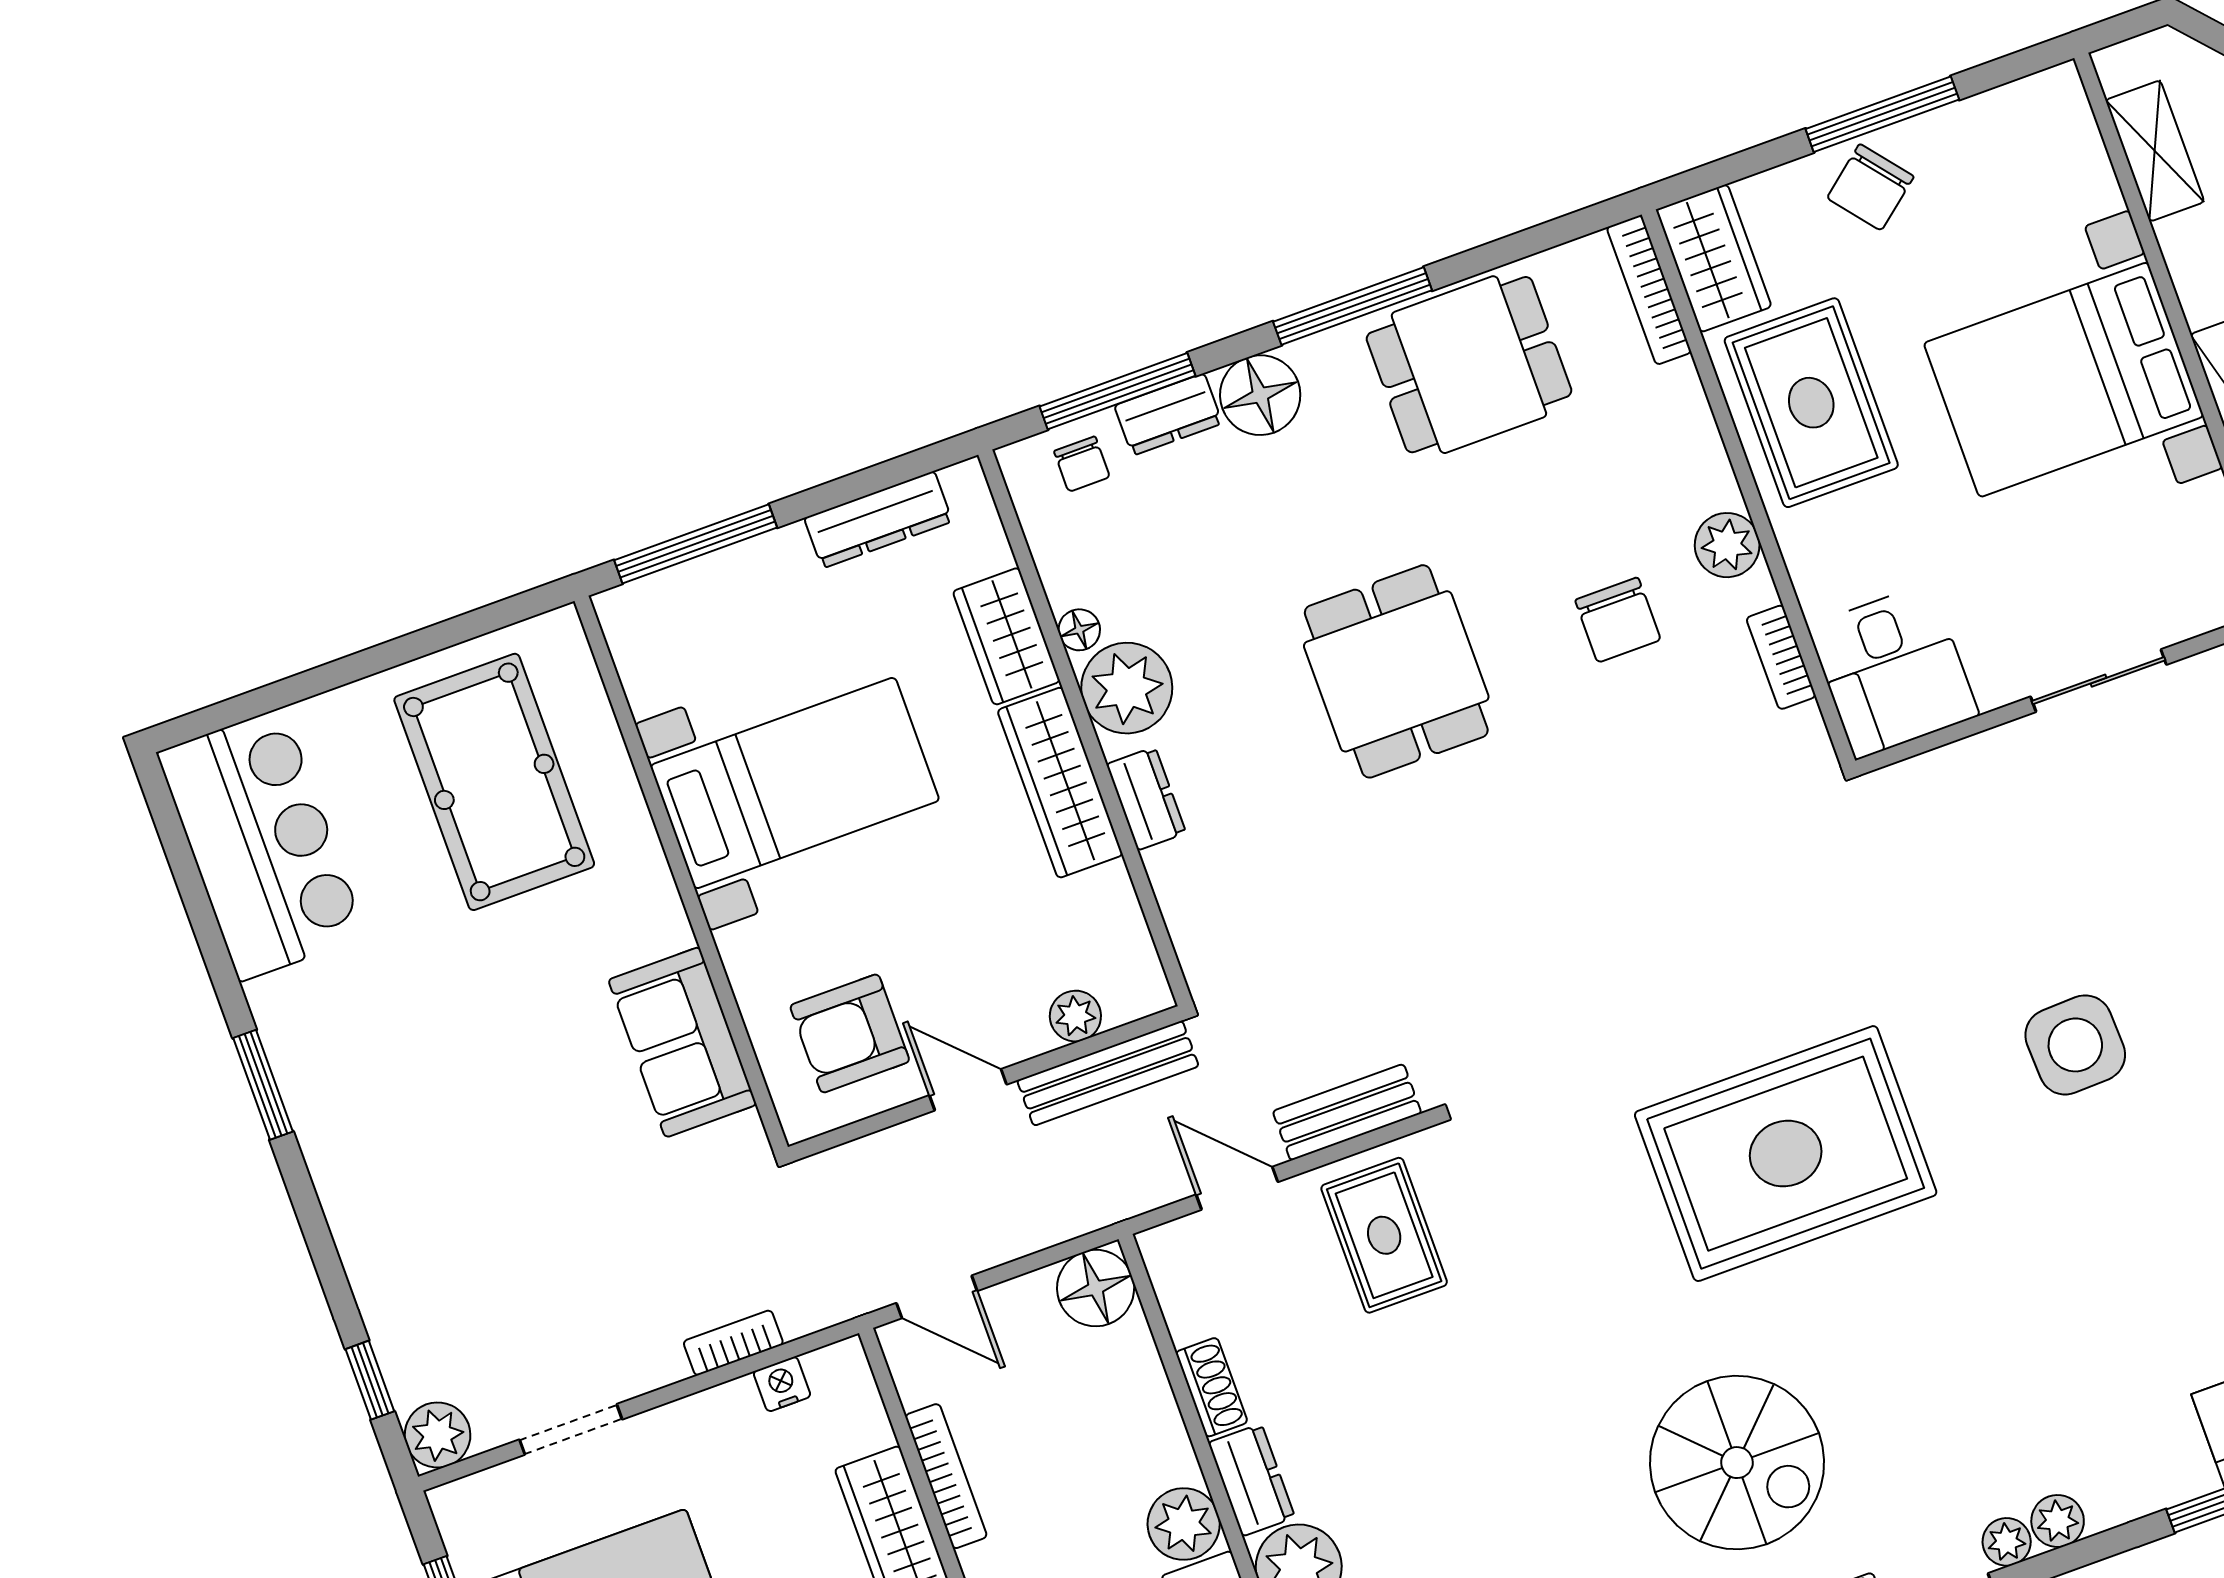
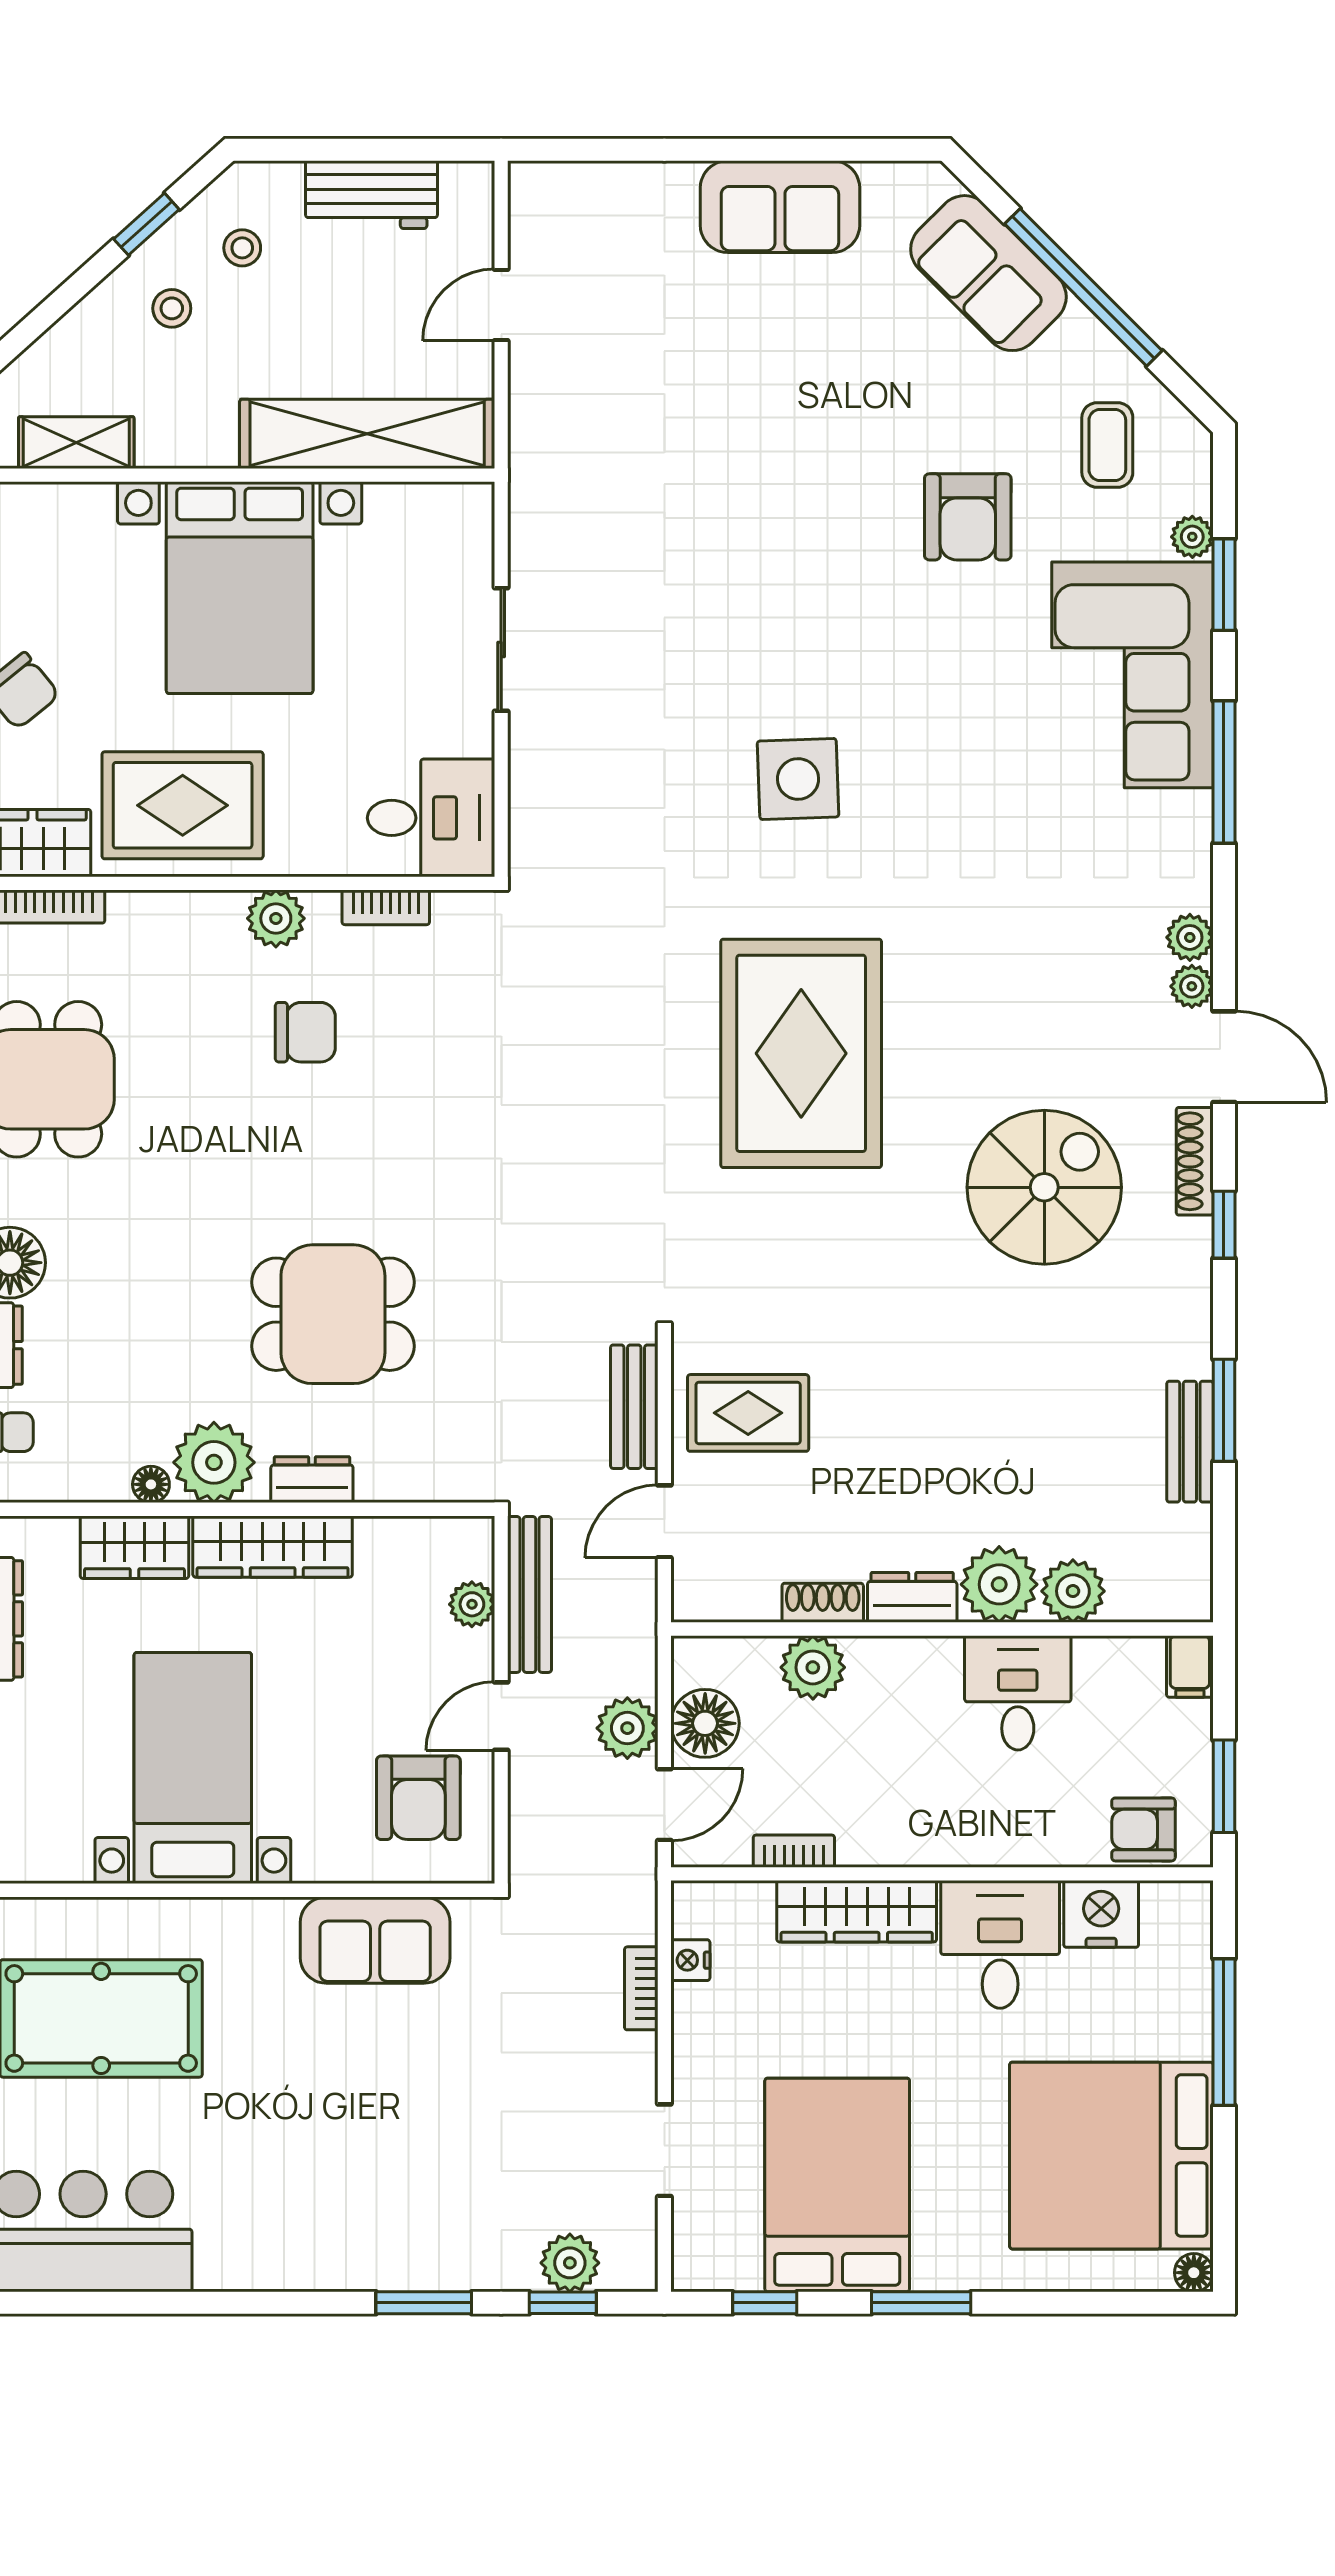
dining table: (1396, 671) -> (333, 1314), moved
window: (263, 1085) -> (424, 2303), moved
plant: (1004, 1228) -> (627, 1728), added
floor lamp: (1096, 1288) -> (705, 1723), moved
plant: (438, 1435) -> (570, 2263), moved
bookcase: (946, 1476) -> (794, 1851), width x0.64
plant: (1184, 1524) -> (813, 1667), moved

